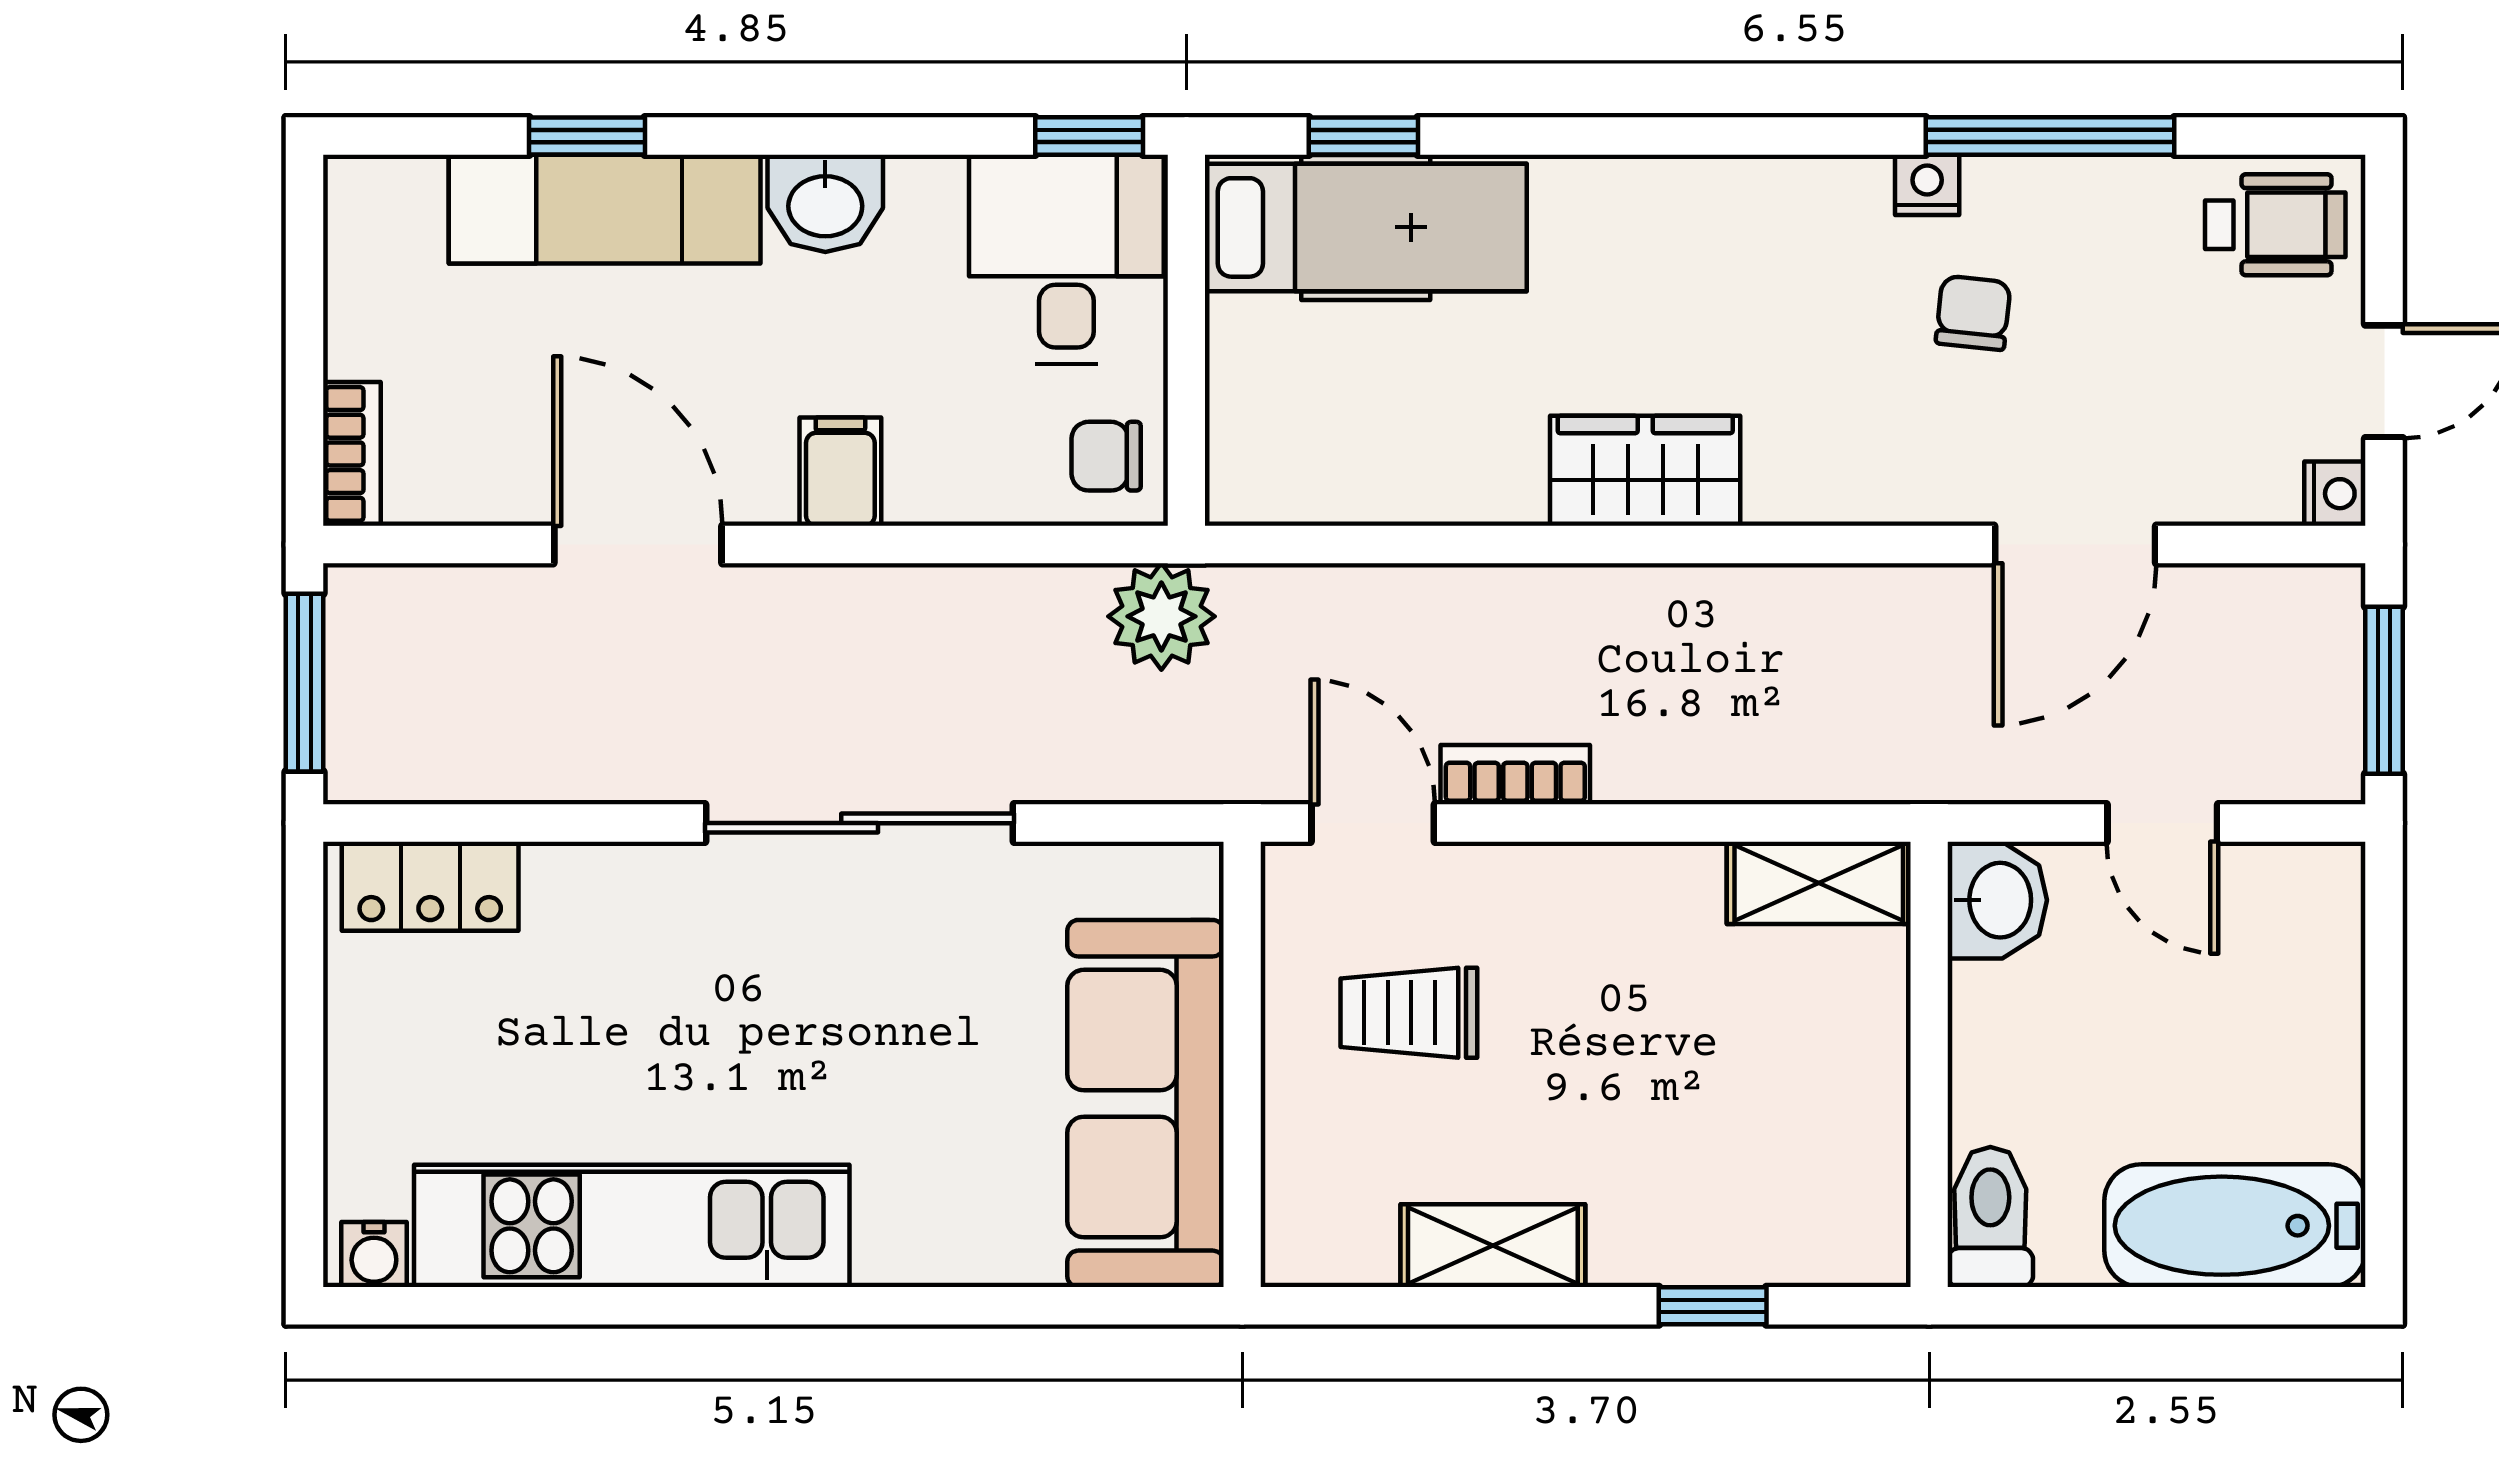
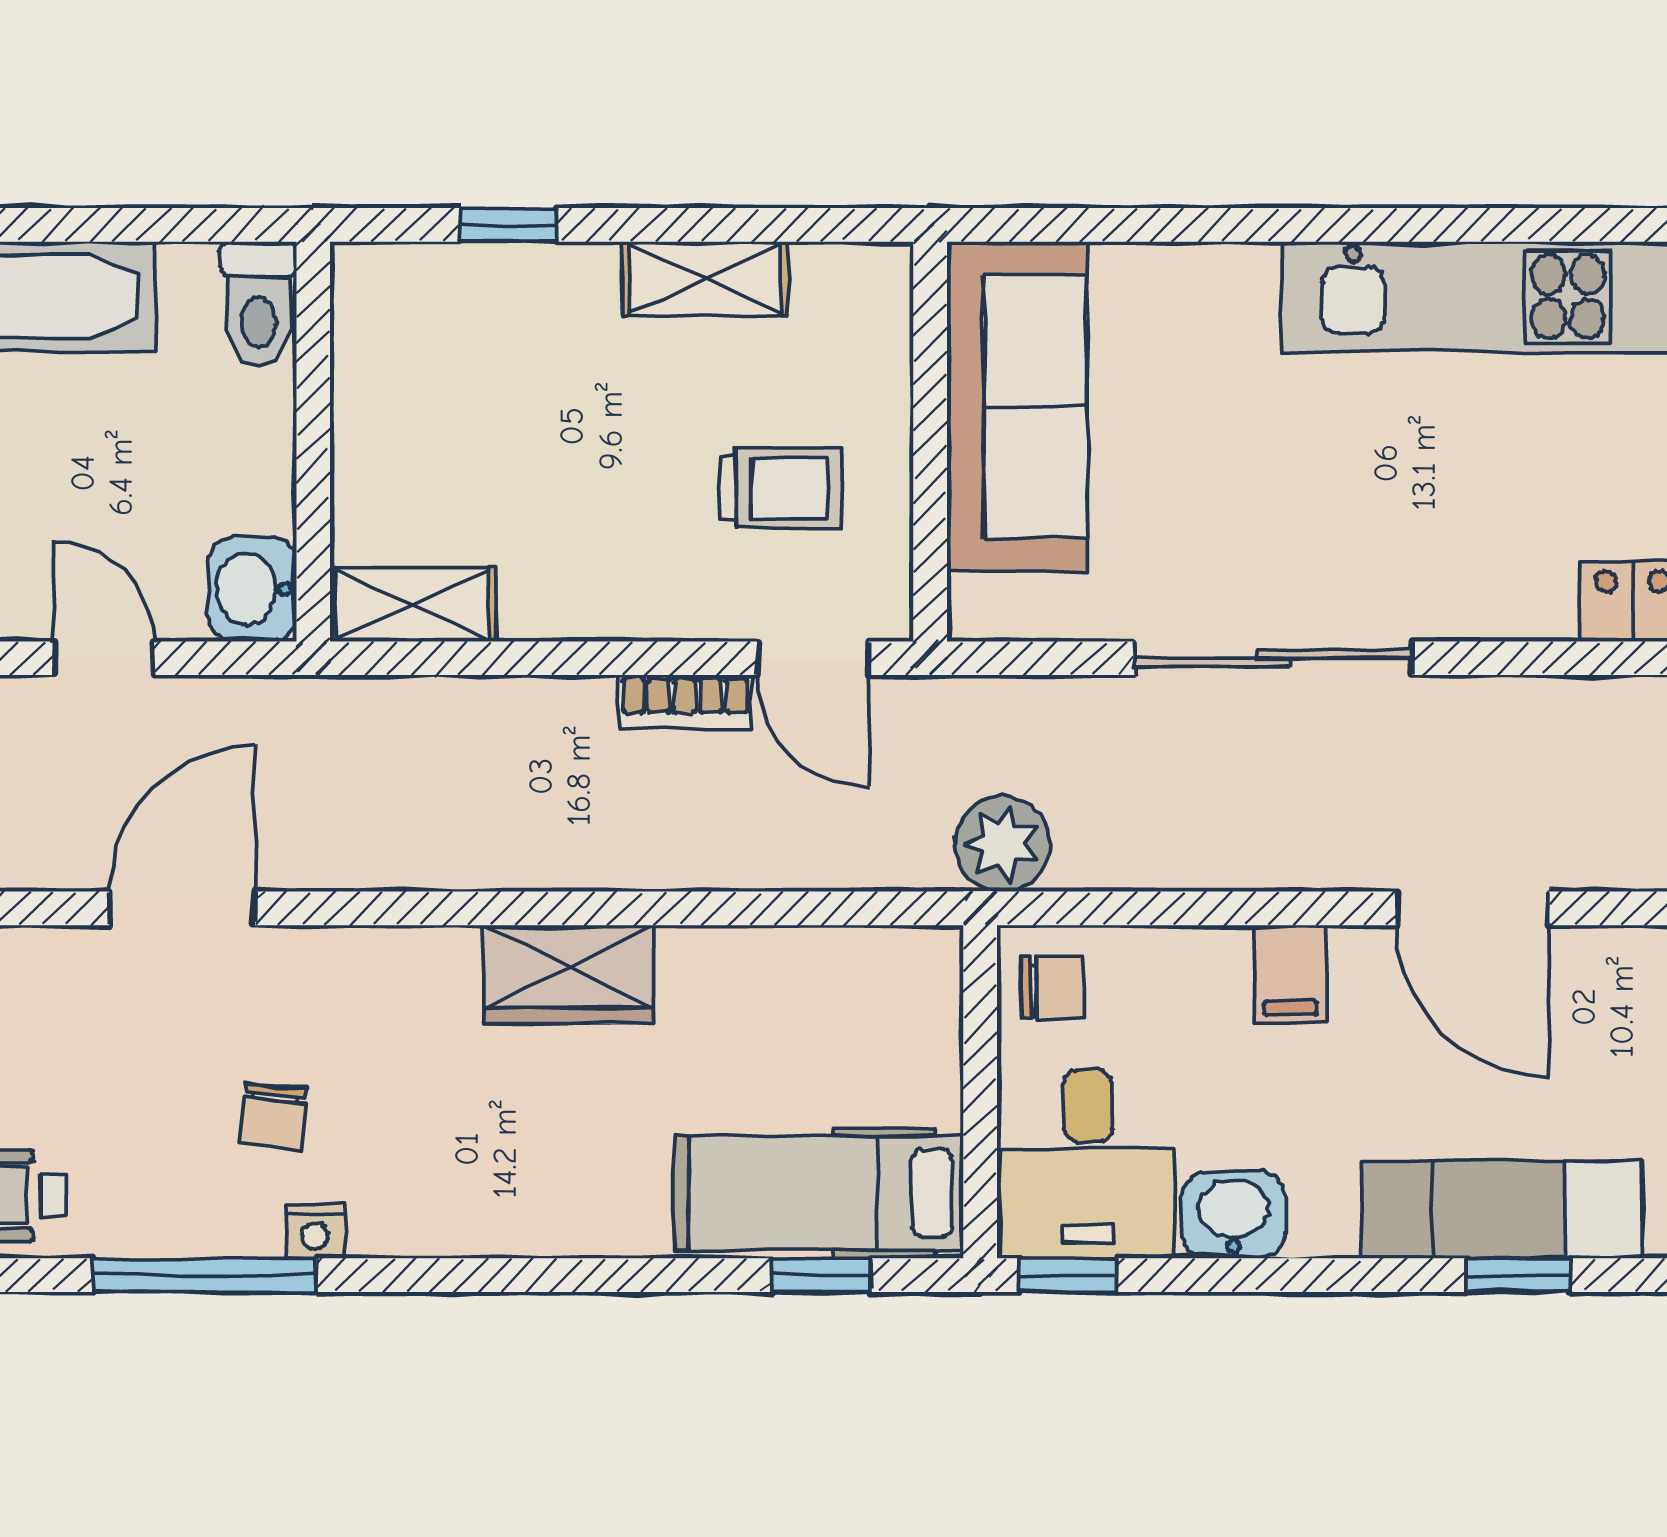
washbasin: (825, 203) -> (1234, 1215), moved

